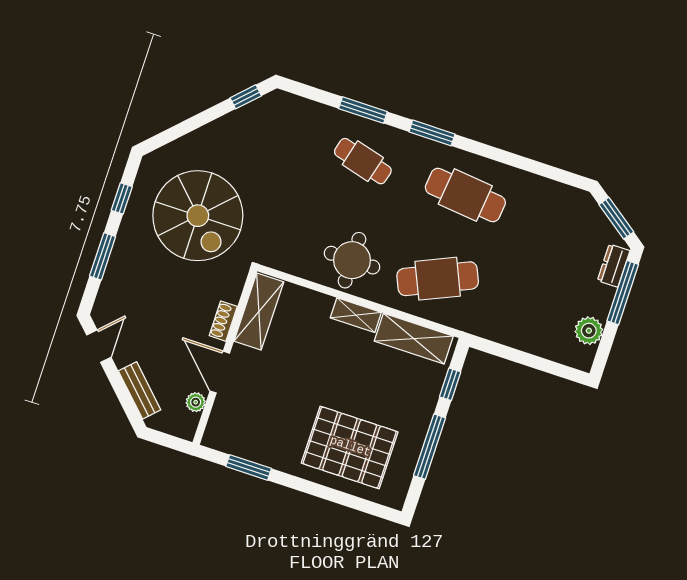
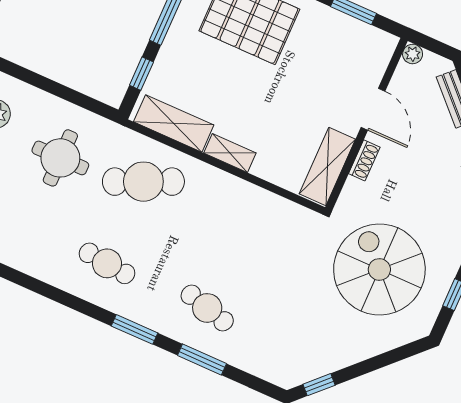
cafe table: (465, 195) -> (107, 263), width x0.73, depth x0.74
round table: (352, 260) -> (60, 158), moved
plant: (196, 402) -> (413, 54), moved

